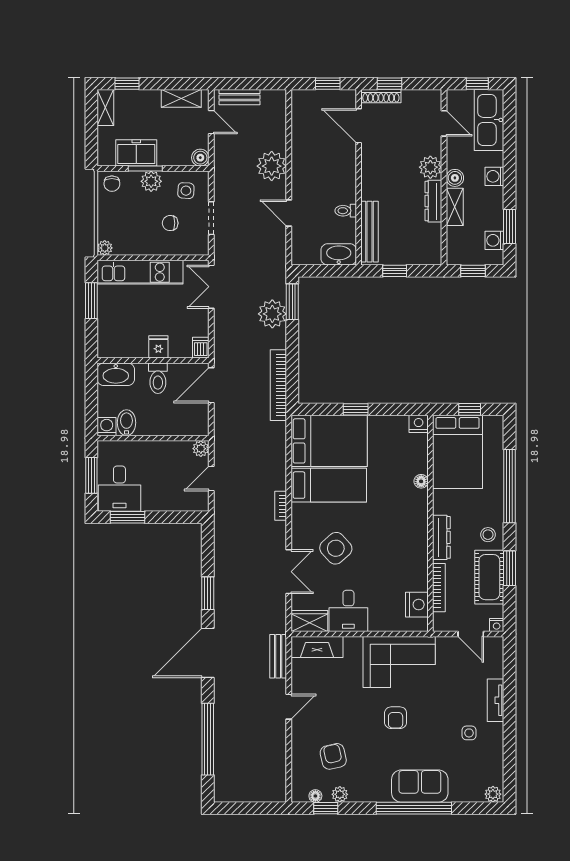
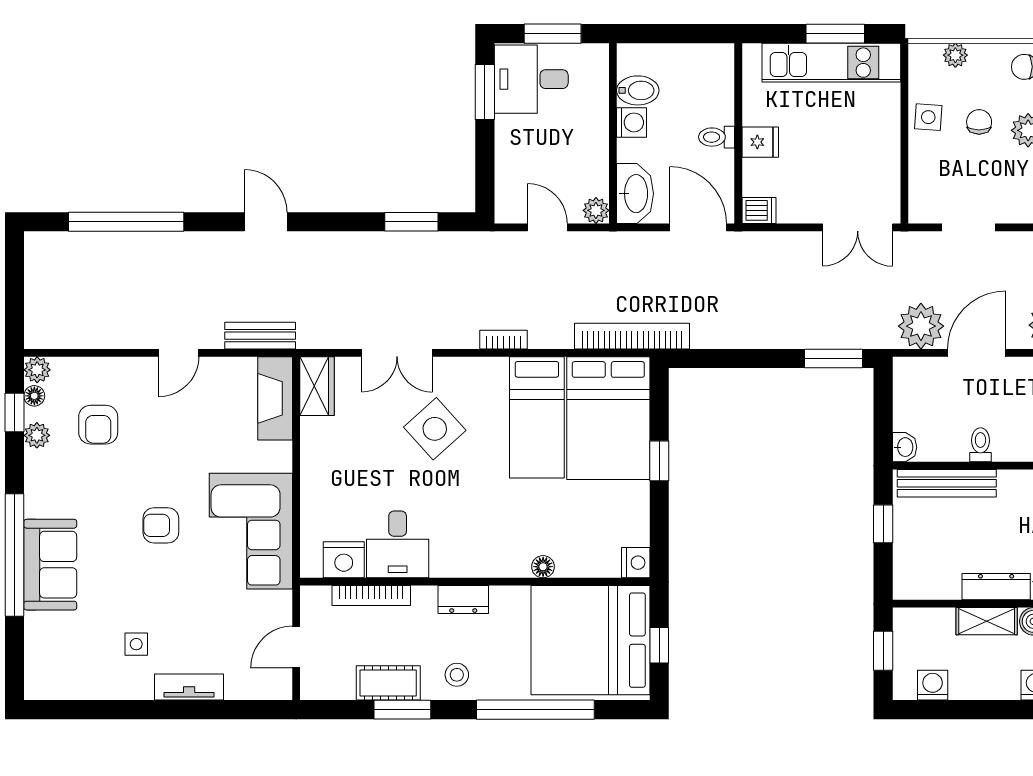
side table: (186, 191) -> (928, 117), moved
door: (289, 213) -> (977, 353), width x1.38
chair: (170, 223) -> (979, 122), moved
window: (510, 226) -> (955, 710), removed
plant: (105, 248) -> (955, 55), moved
washbasin: (339, 254) -> (905, 447), width x0.52, depth x0.69
kitchen unit: (140, 272) -> (831, 63), moved, turned -90
double door: (211, 287) -> (858, 227), swing flipped
plant: (272, 314) -> (921, 326), moved
washbasin: (116, 374) -> (635, 194), moved, turned 180
toilet: (158, 378) -> (717, 137), width x0.73, depth x0.72
bookcase: (278, 385) -> (632, 336), moved
washing machine: (107, 427) -> (632, 122), moved
bed: (458, 452) -> (590, 640), width x1.36
dresser: (441, 537) -> (463, 600), width x0.70
cot: (489, 577) -> (388, 683), width x0.73, depth x0.75
window: (208, 593) -> (411, 222), moved
desk: (348, 611) -> (398, 544), moved, turned -90
nightstand: (497, 625) -> (311, 689), removed
door: (208, 653) -> (266, 222), width x0.53
door: (289, 707) -> (179, 353), hinge flipped
armchair: (333, 756) -> (98, 425), turned 103
plant: (493, 794) -> (37, 370), moved

